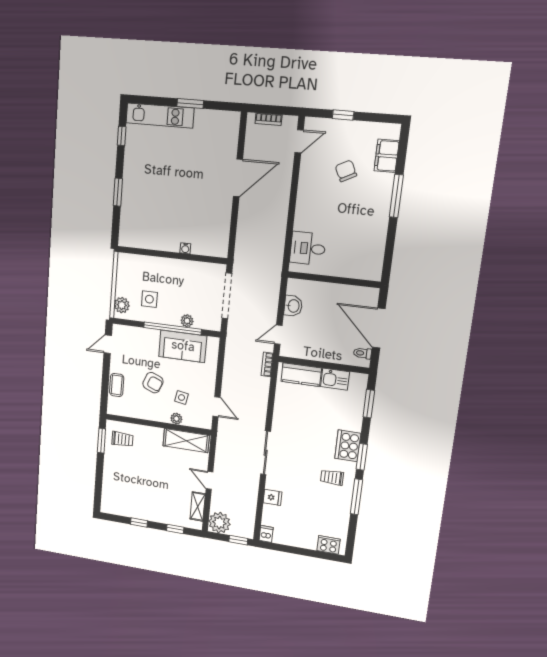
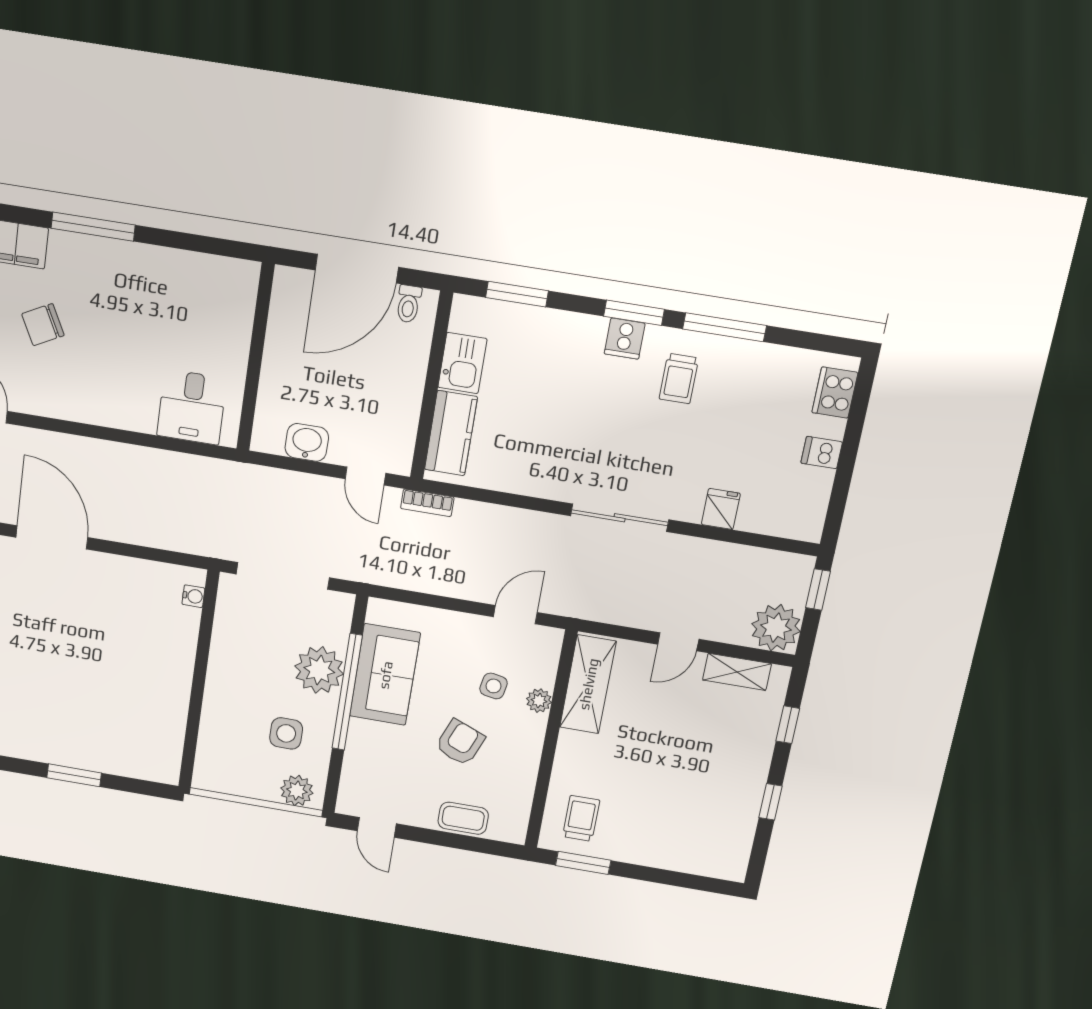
water cooler: (185, 248) -> (193, 596), moved
plant: (187, 321) -> (319, 670), width x1.88, depth x1.88
cooker: (348, 446) -> (625, 339), width x0.53, depth x0.76
dishwasher: (266, 534) -> (822, 453), moved

